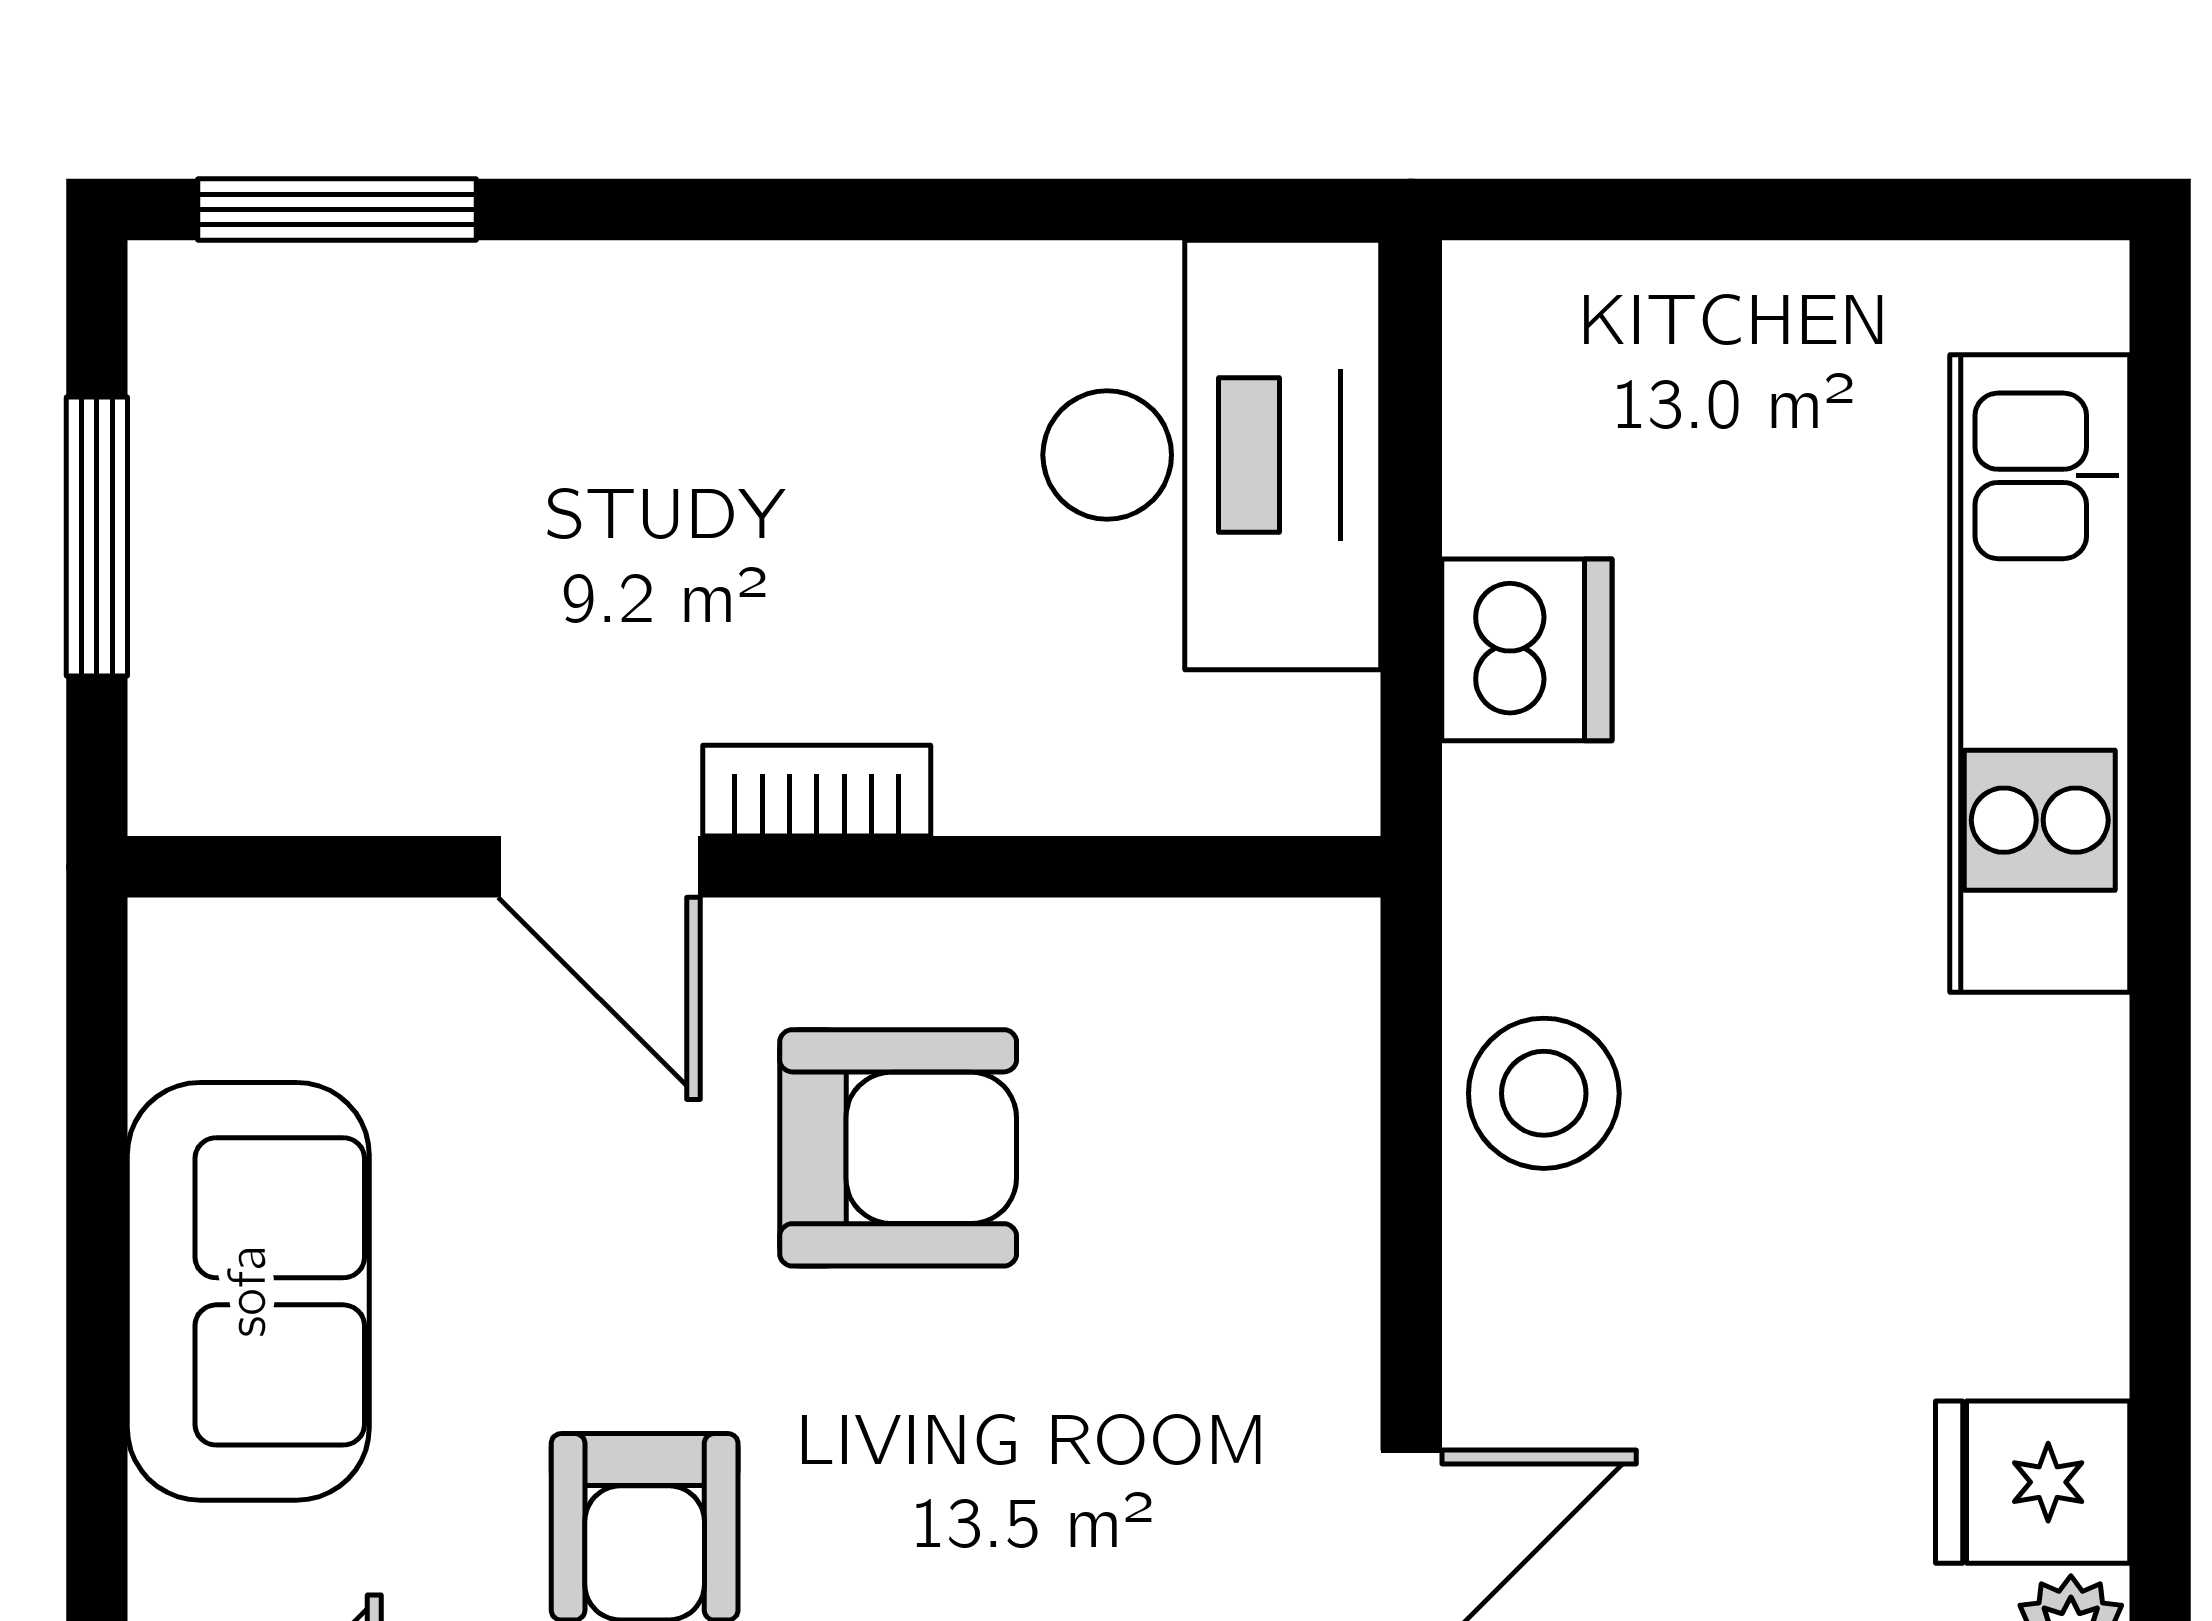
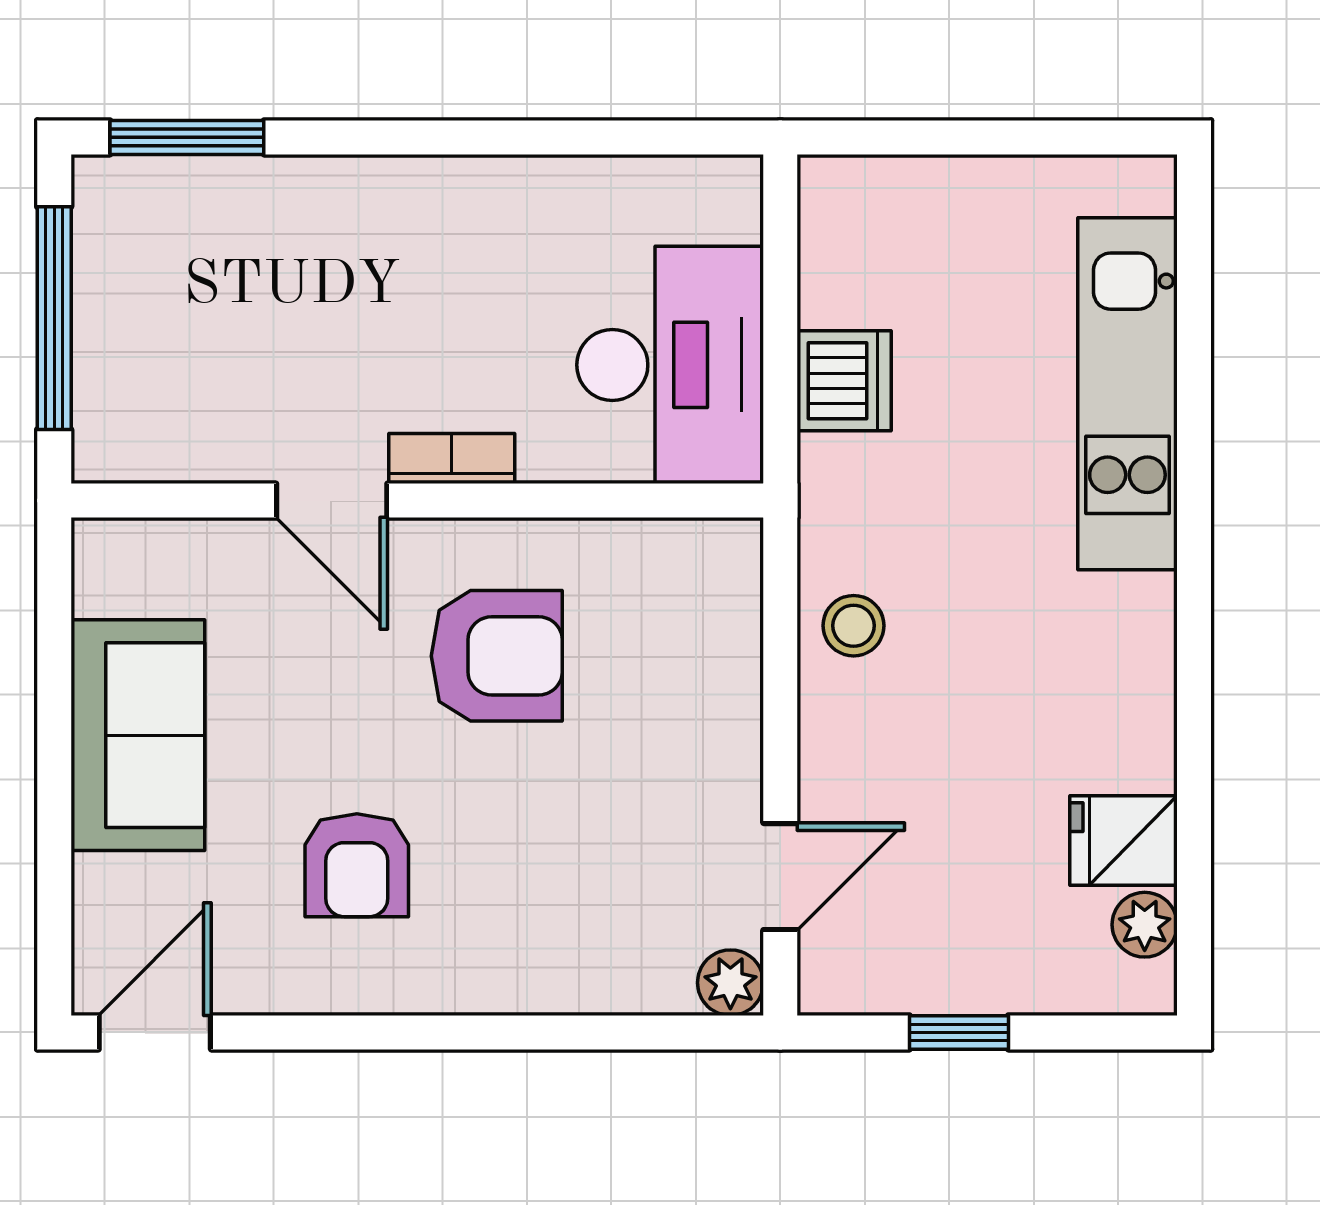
desk: (1212, 455) -> (670, 365), moved
window: (97, 537) -> (54, 318), width x1.44
stool: (1544, 1093) -> (854, 626), width x0.73, depth x0.73

